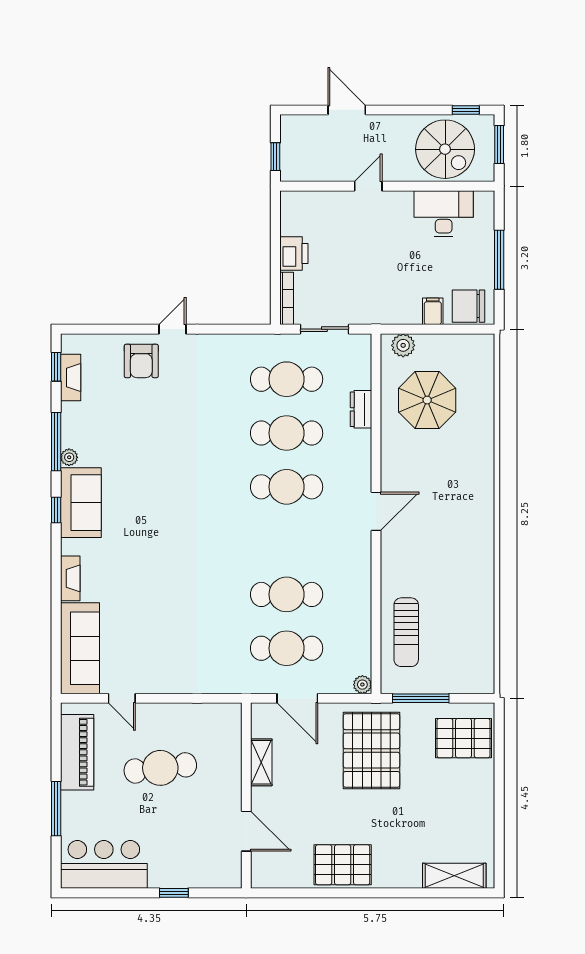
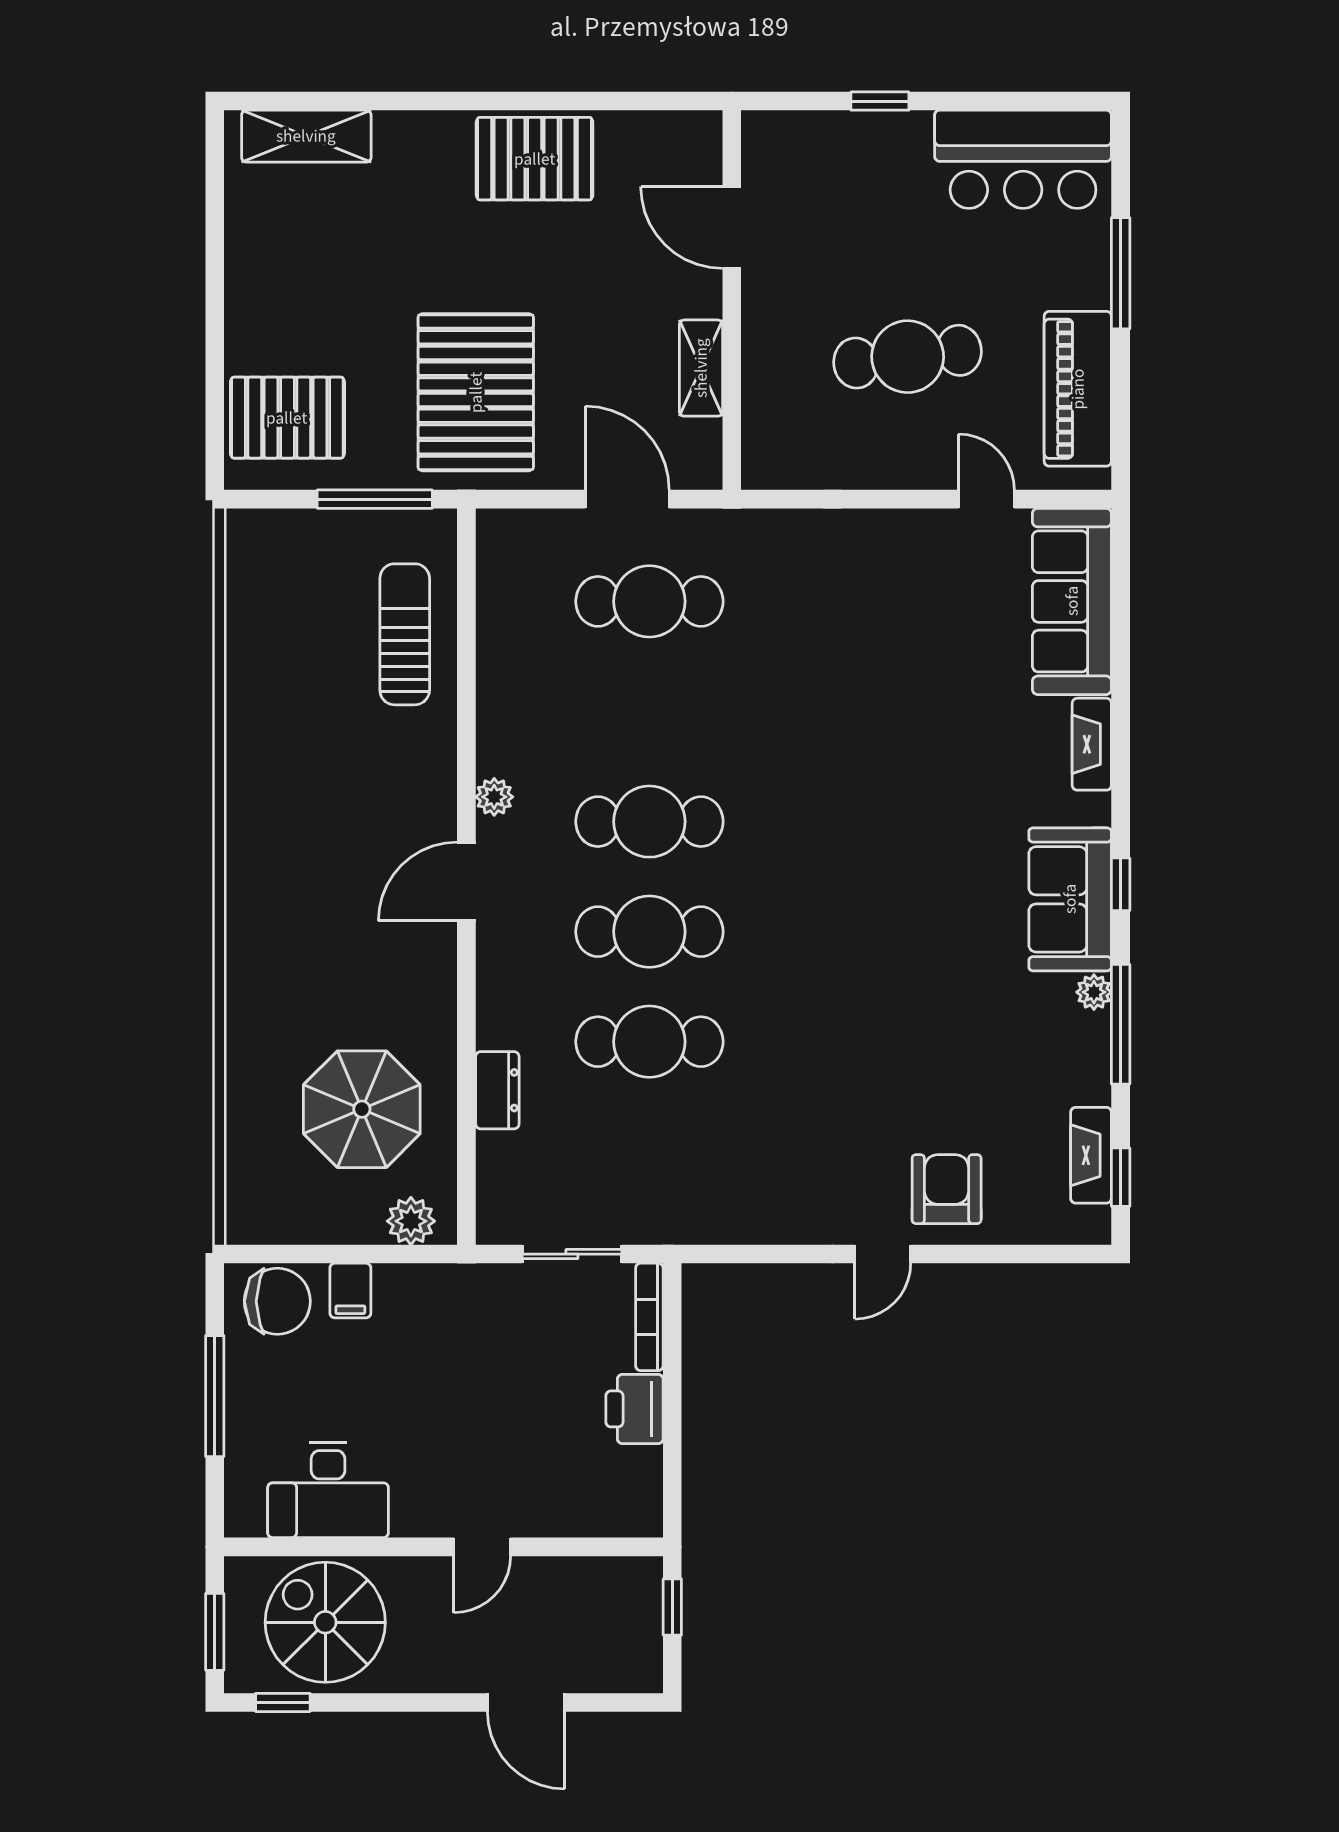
cafe table: (287, 379) -> (649, 1152), removed
cafe table: (287, 594) -> (649, 822), moved
plant: (362, 685) -> (494, 797), moved

